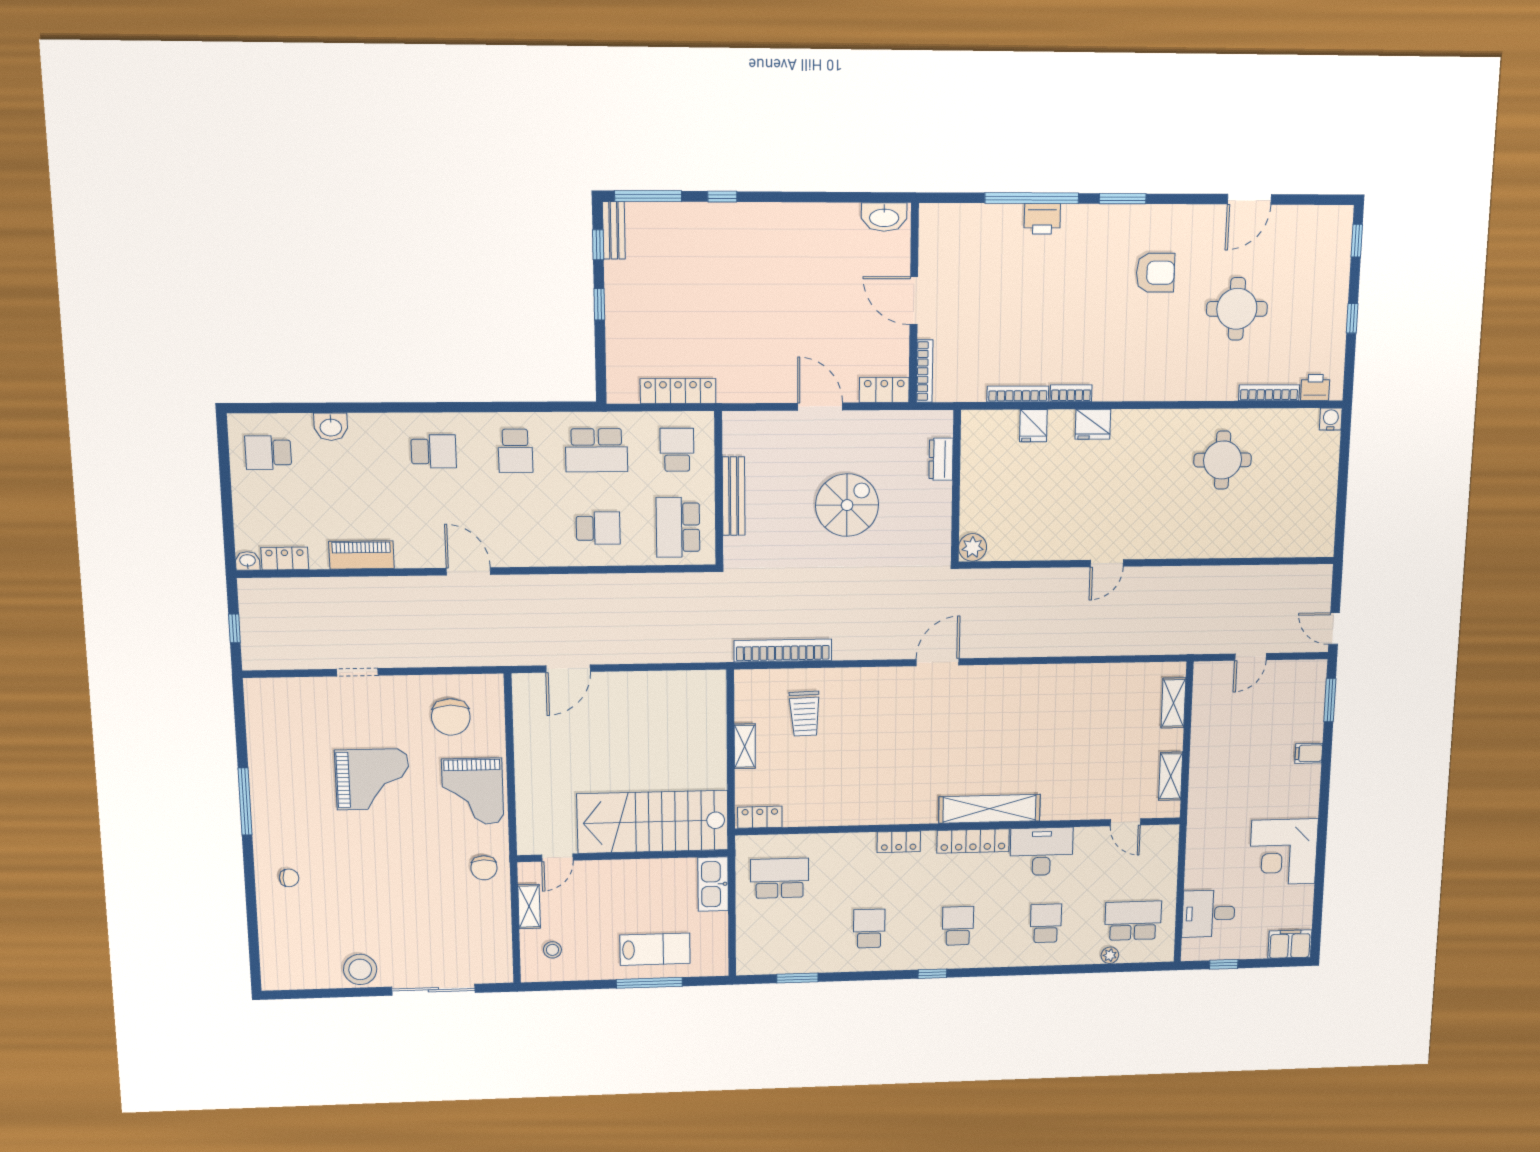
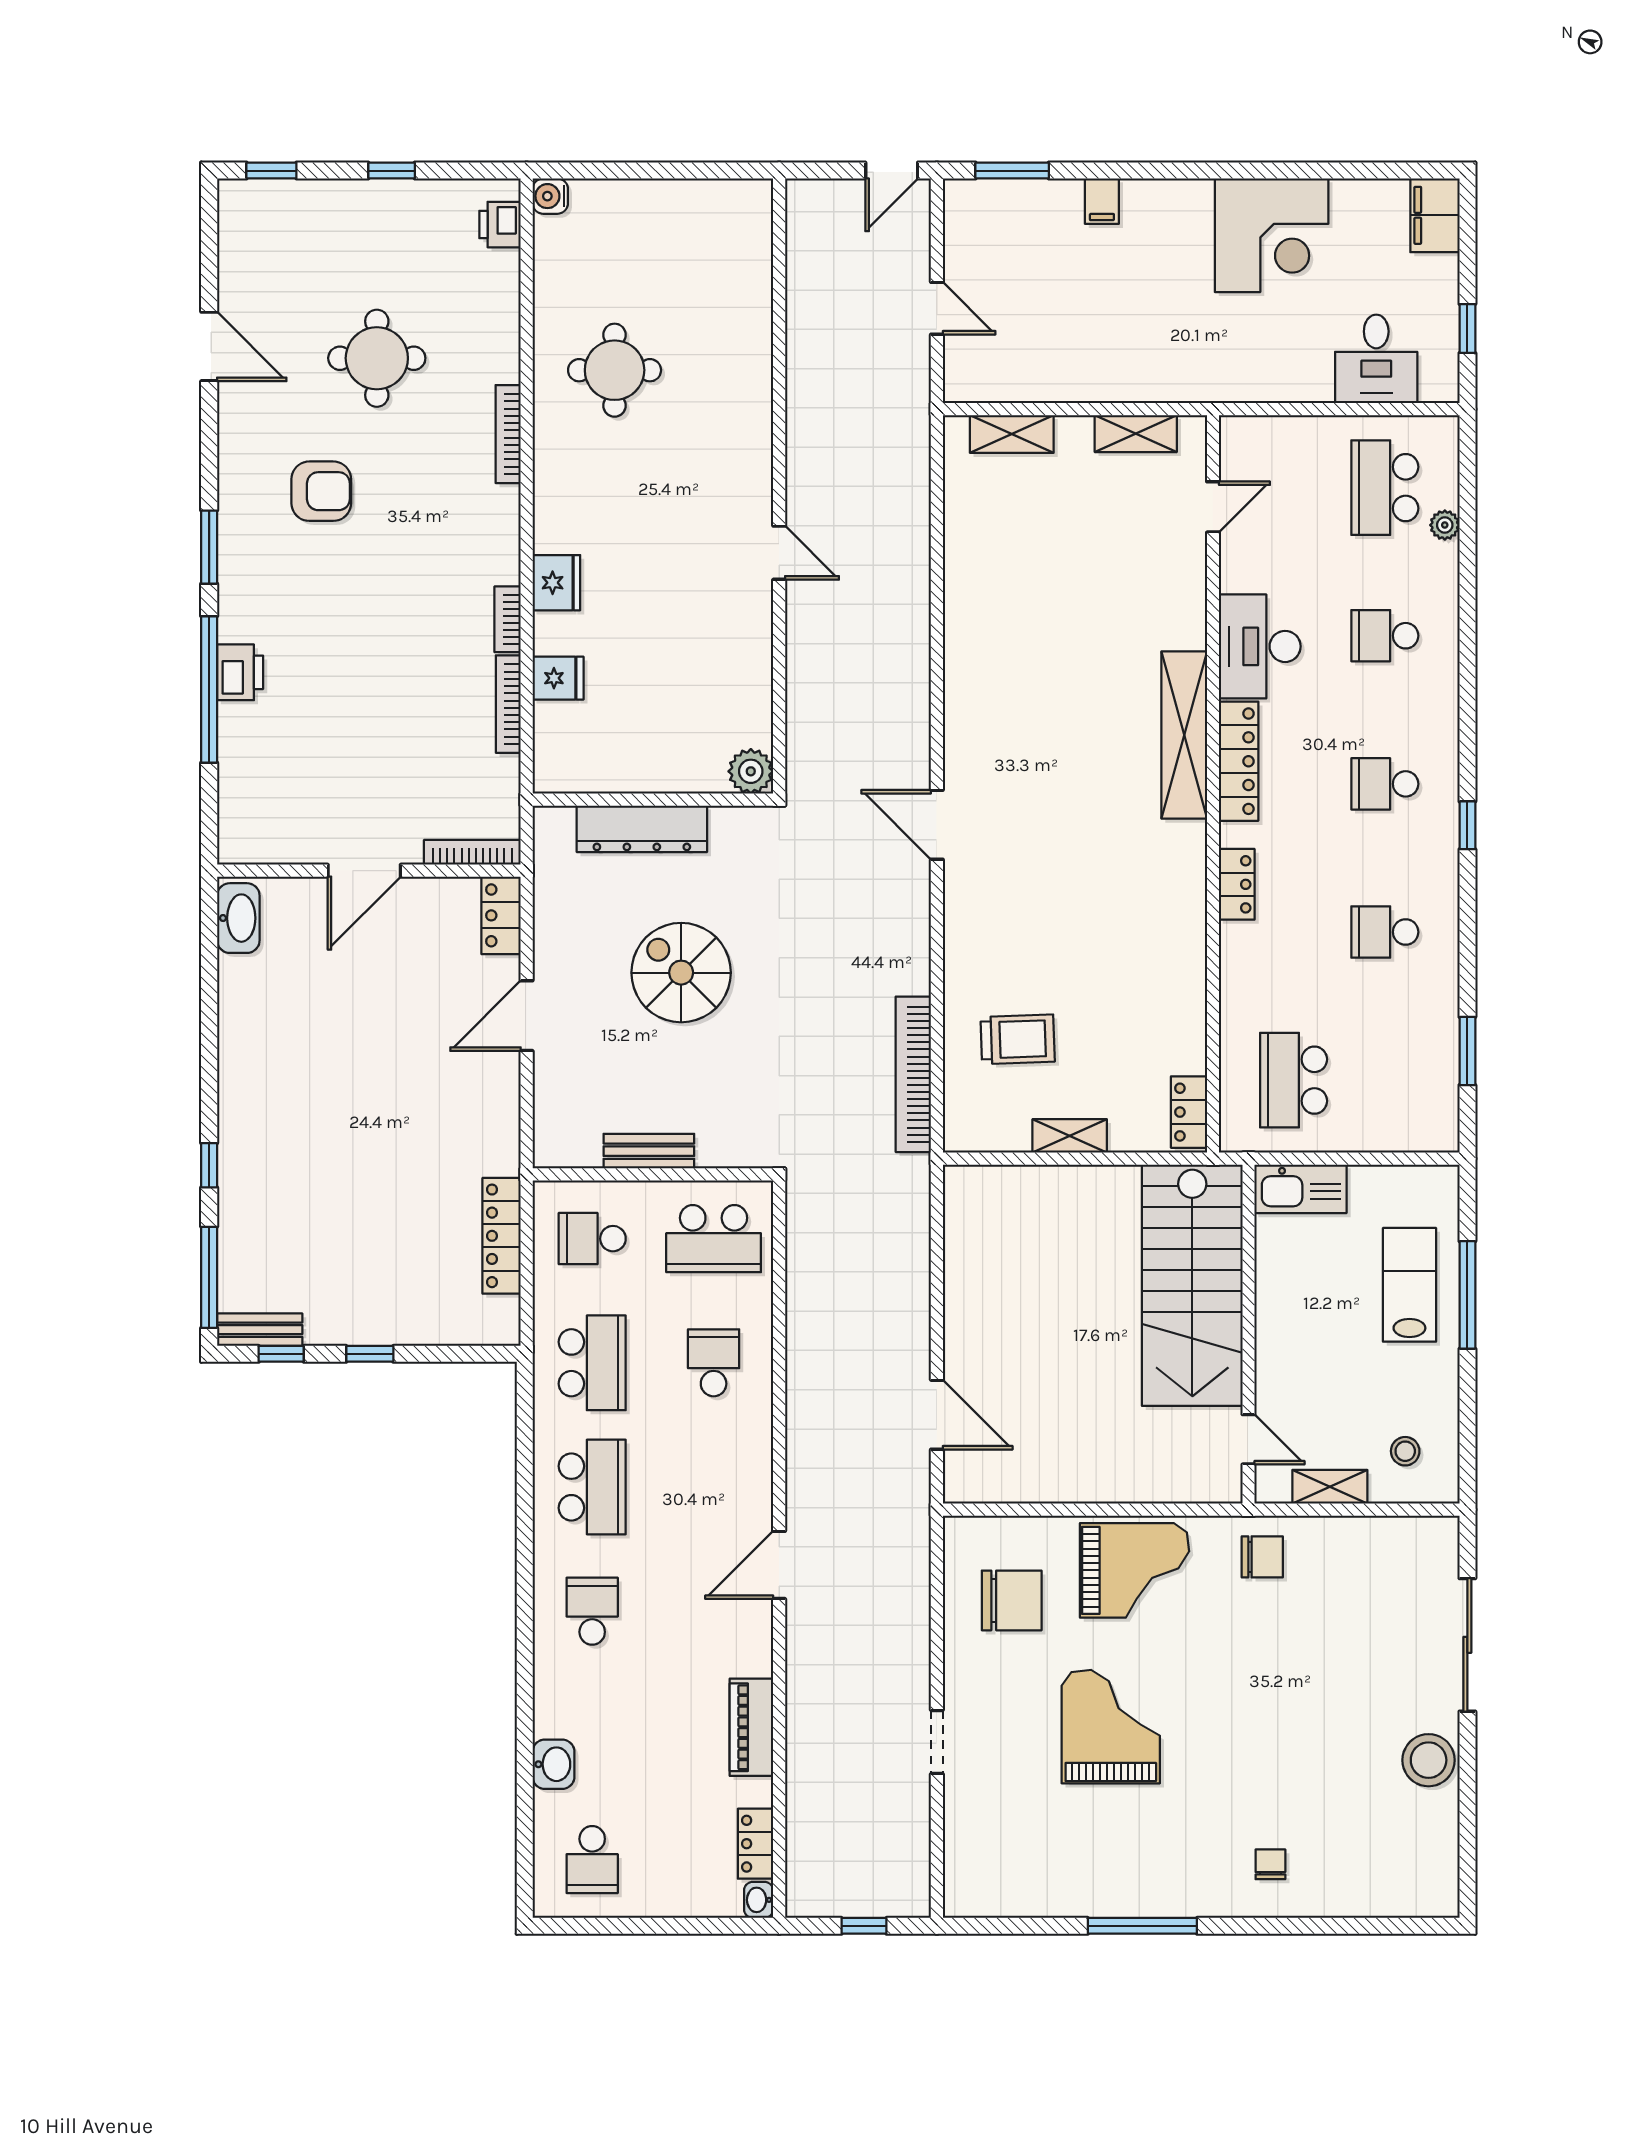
armchair: (1155, 273) -> (321, 491), turned 90
bookcase: (1269, 393) -> (508, 434), moved
school desk: (515, 451) -> (592, 1487), width x1.85
dresser: (941, 459) -> (642, 829), width x1.96, depth x1.24
bench: (734, 496) -> (649, 1151), width x0.73

